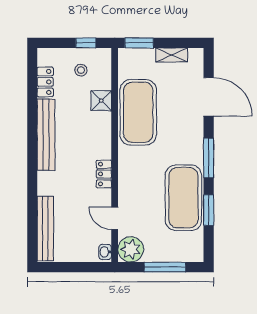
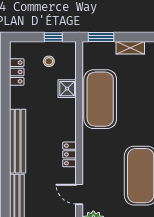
bench: (46, 135) -> (18, 141), moved

